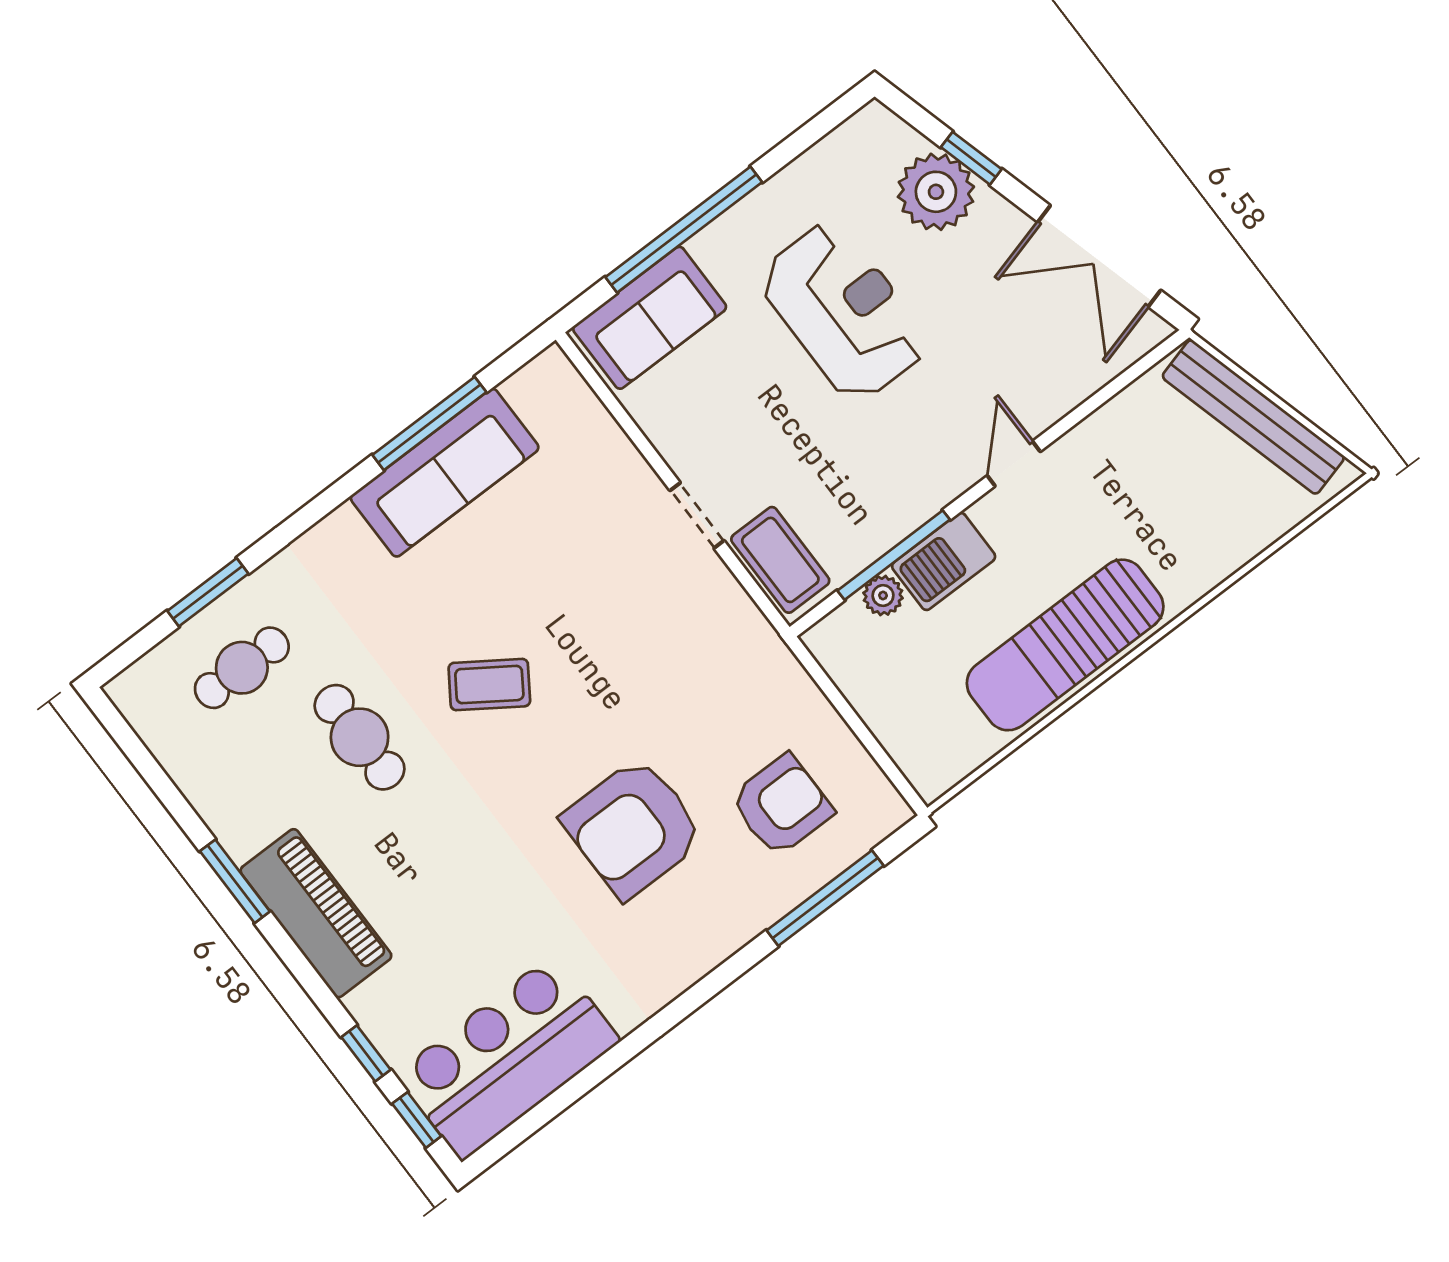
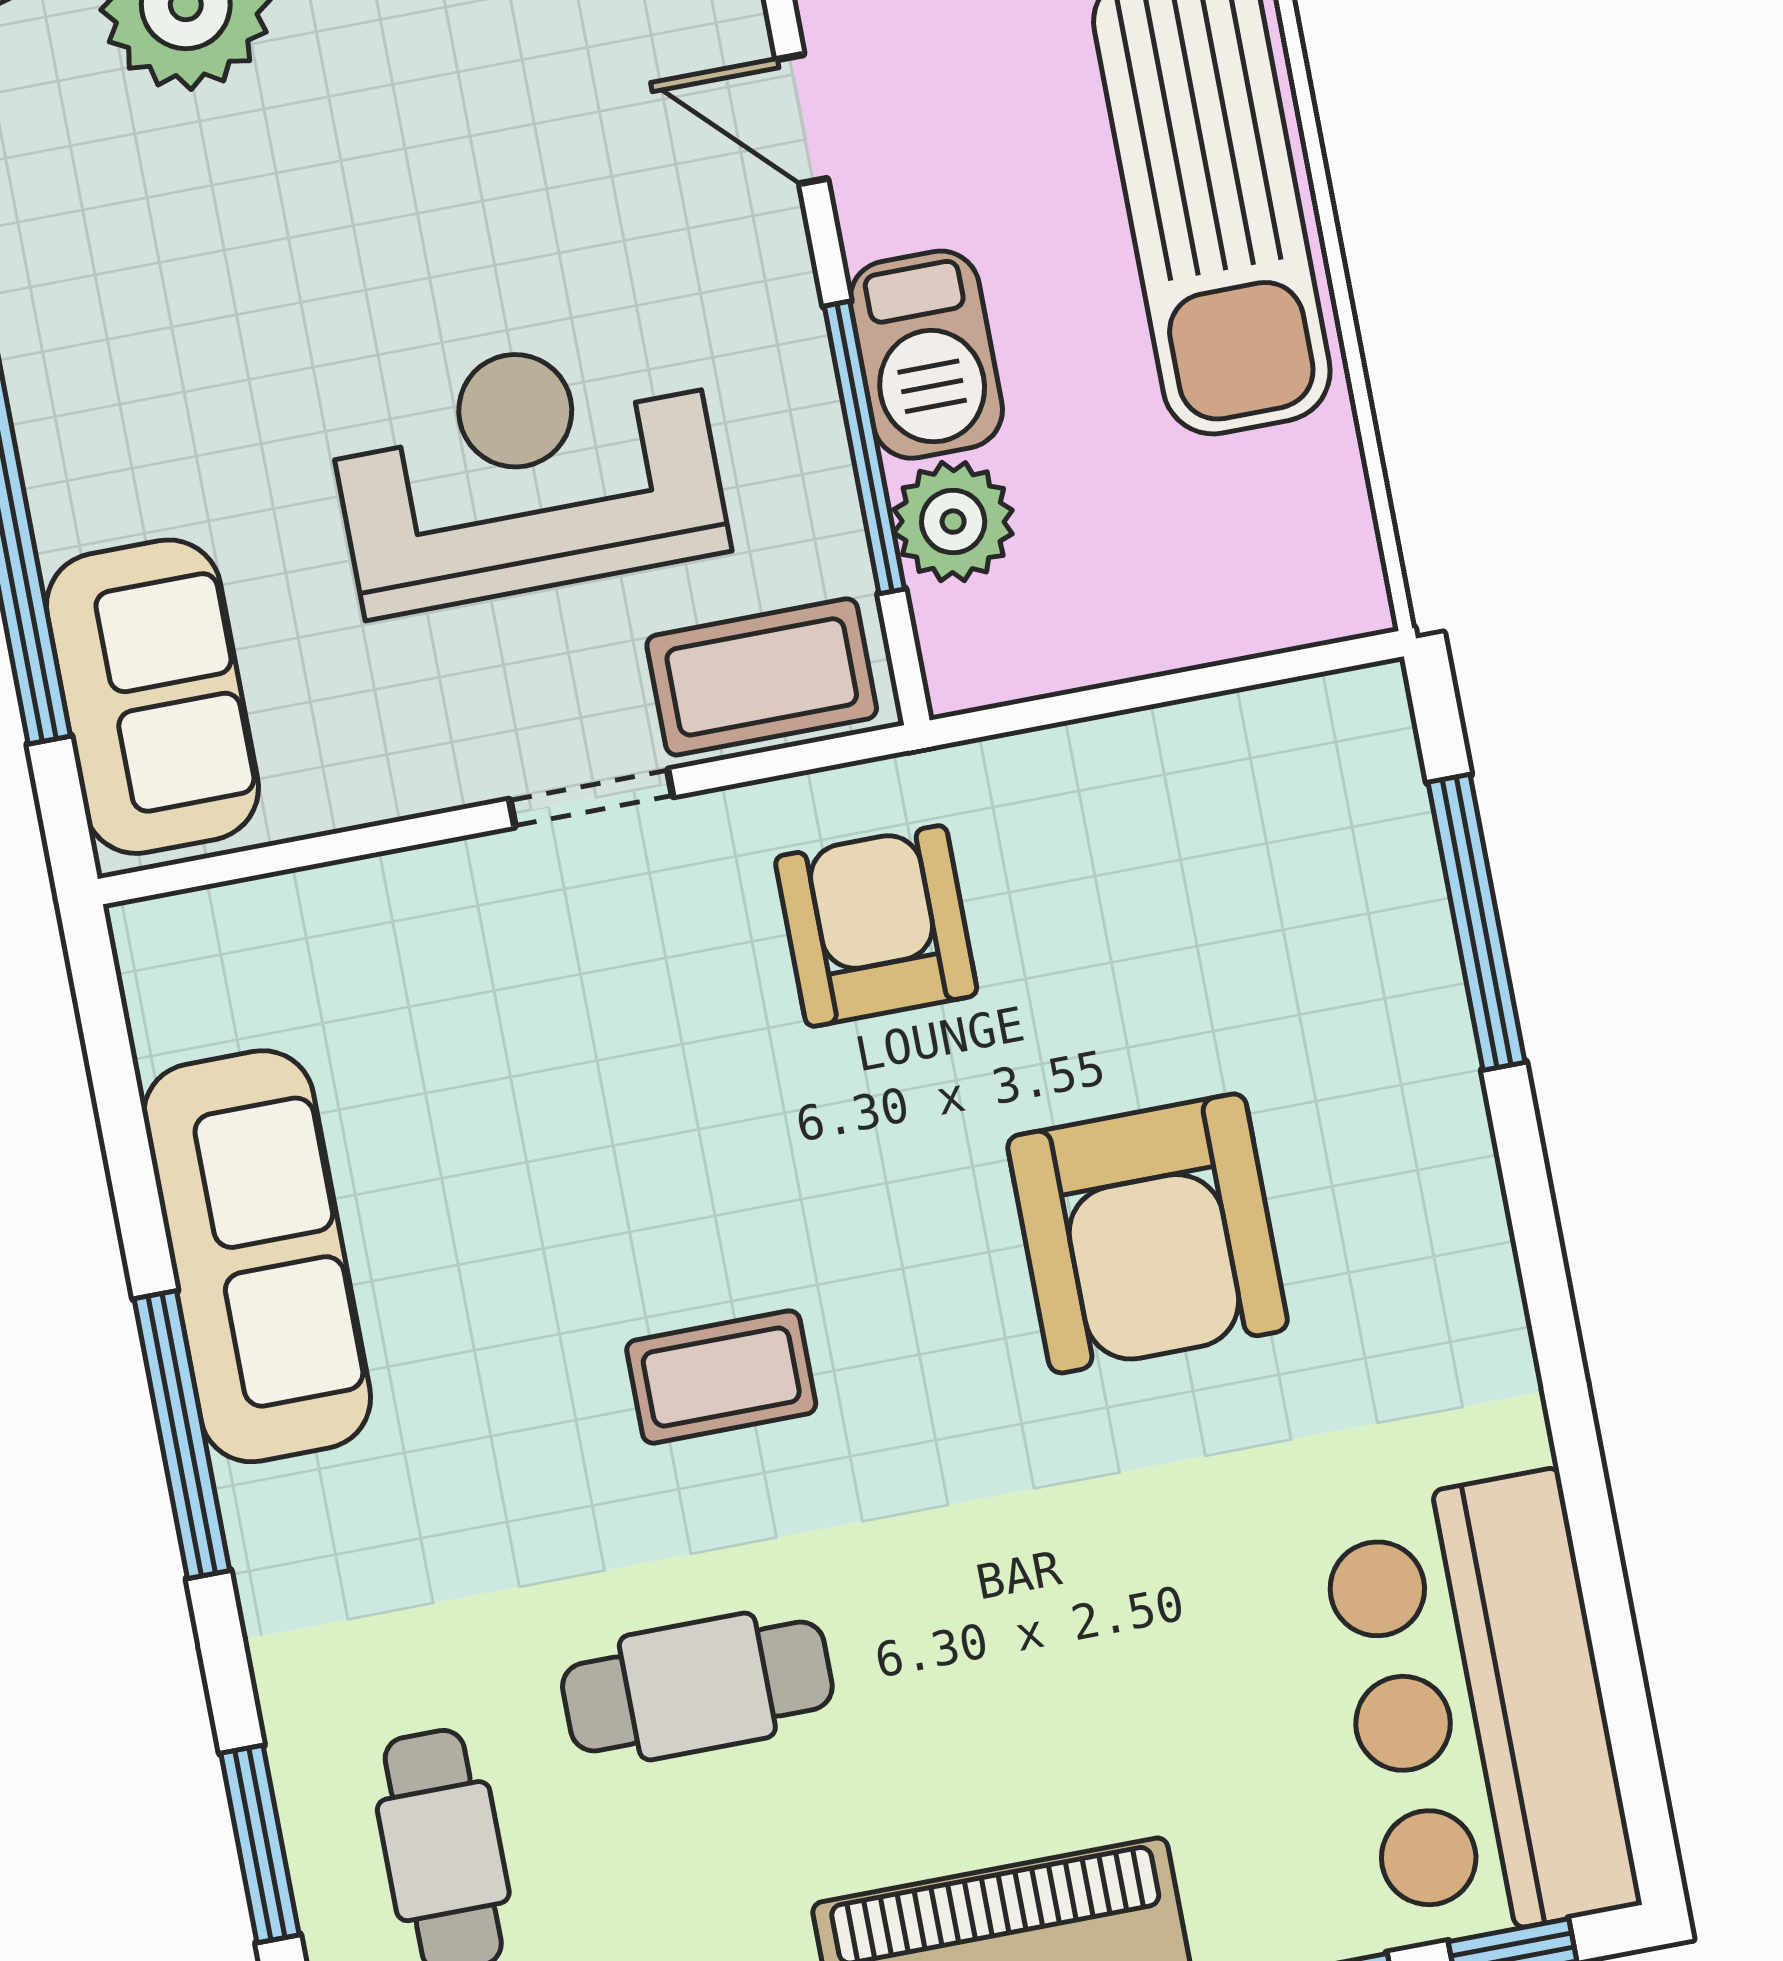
reception desk: (844, 311) -> (527, 471), moved
window: (429, 424) -> (182, 1435), moved
plant: (883, 595) -> (953, 522), width x1.38, depth x1.38
coffee table: (489, 685) -> (721, 1377), turned 56
armchair: (782, 805) -> (876, 926), moved

